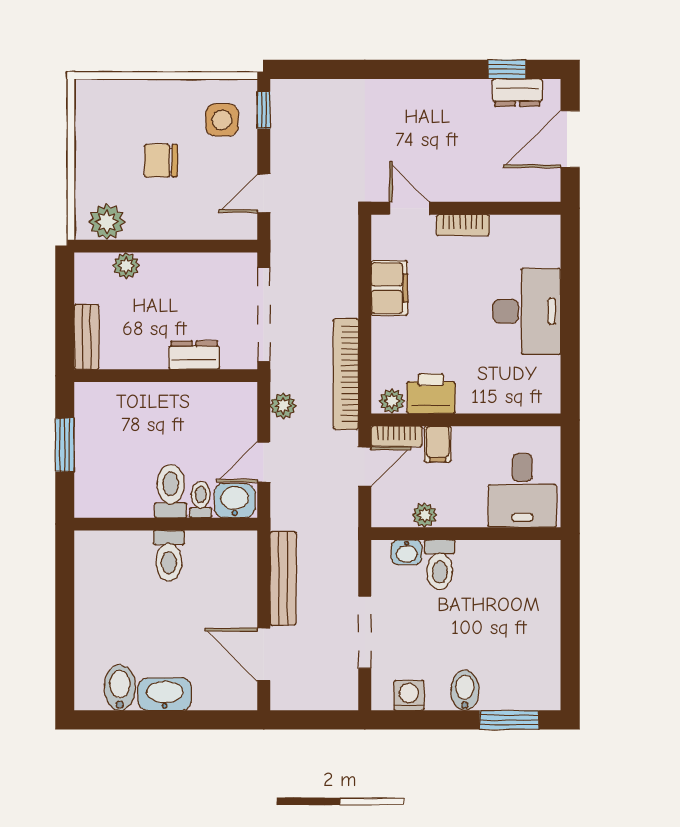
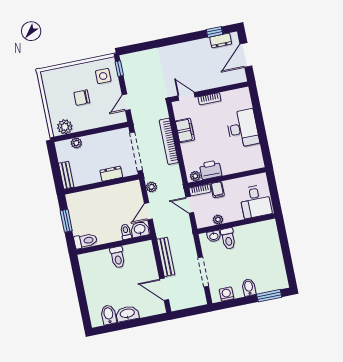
bookcase: (346, 374) -> (169, 141), moved
door: (365, 467) -> (190, 205), swing flipped
toilet: (171, 491) -> (86, 241), moved, turned 90

